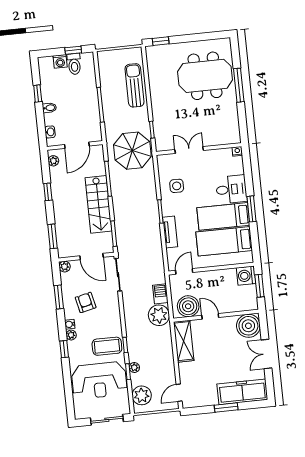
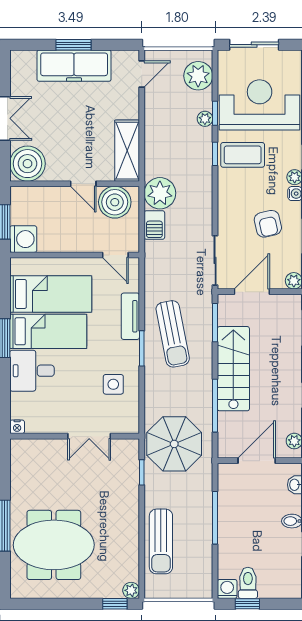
plant: (151, 51) -> (131, 590), added
washing machine: (60, 61) -> (227, 589), moved
sun lounger: (141, 223) -> (173, 334), added
door: (92, 257) -> (252, 292), hinge flipped
door: (184, 271) -> (115, 255), hinge flipped
freezer: (242, 392) -> (74, 66), moved

